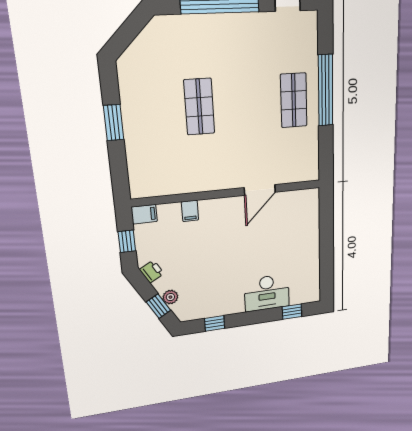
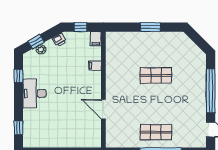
desk: (267, 293) -> (34, 93), moved

